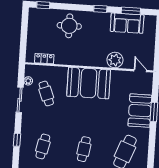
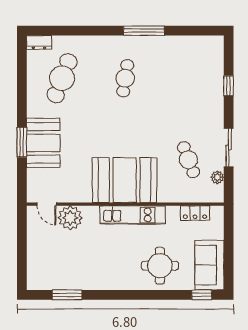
window: (100, 9) -> (114, 295), removed
sofa: (127, 23) -> (209, 265), moved, turned -90
kitchen unit: (85, 60) -> (133, 215), added
plant: (115, 60) -> (70, 218), moved
cafe table: (43, 146) -> (188, 78), removed

